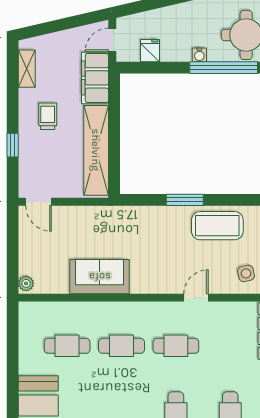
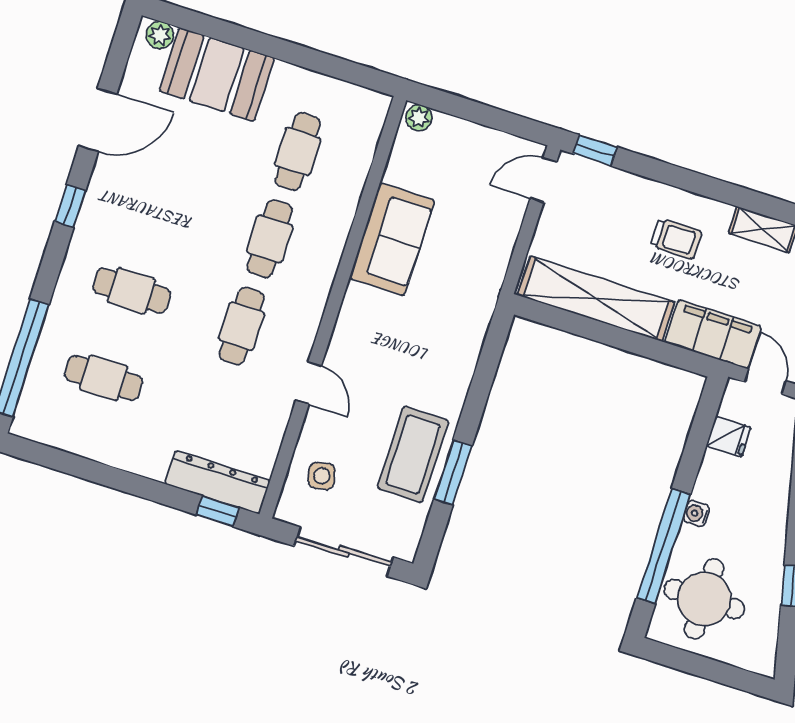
window: (13, 145) -> (595, 150), moved
window: (185, 200) -> (453, 473), moved

